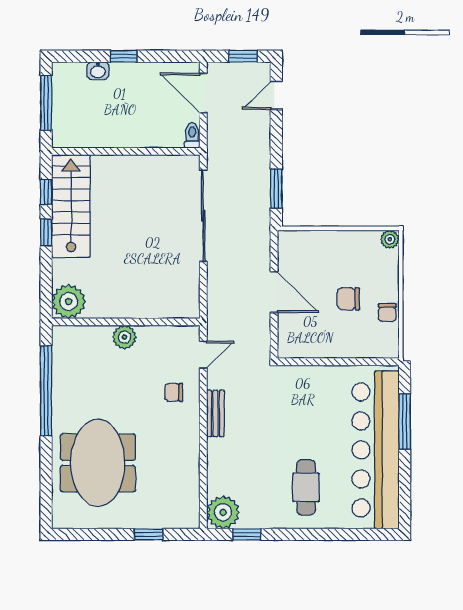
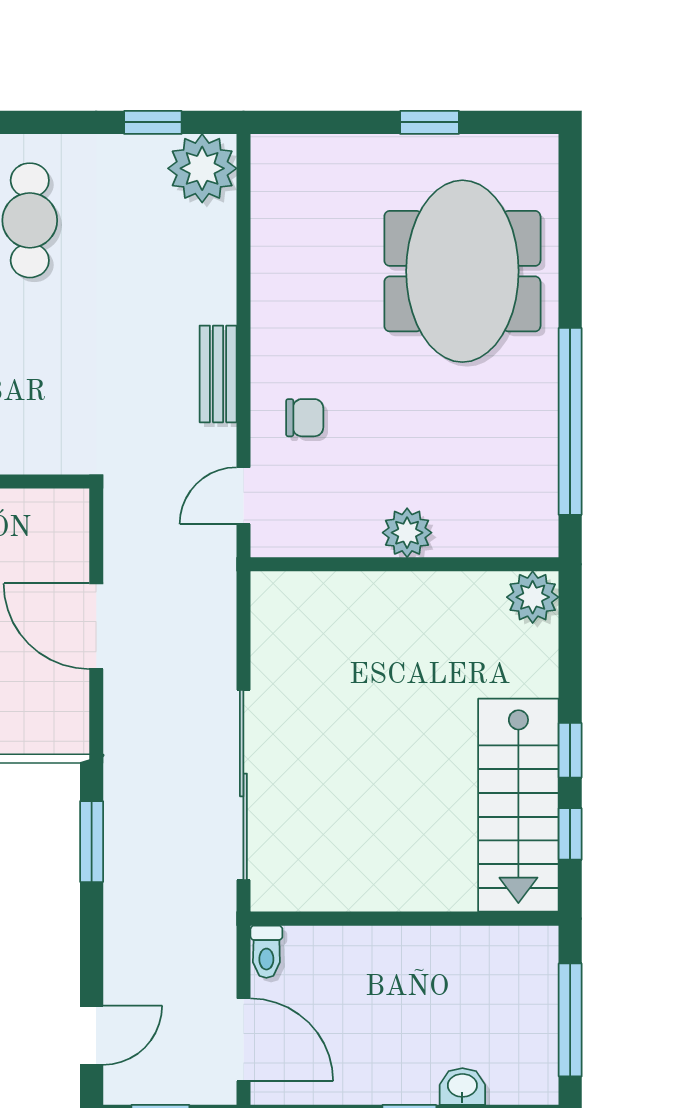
plant: (69, 302) -> (533, 597), width x0.73, depth x0.73
window: (149, 534) -> (429, 122), moved

